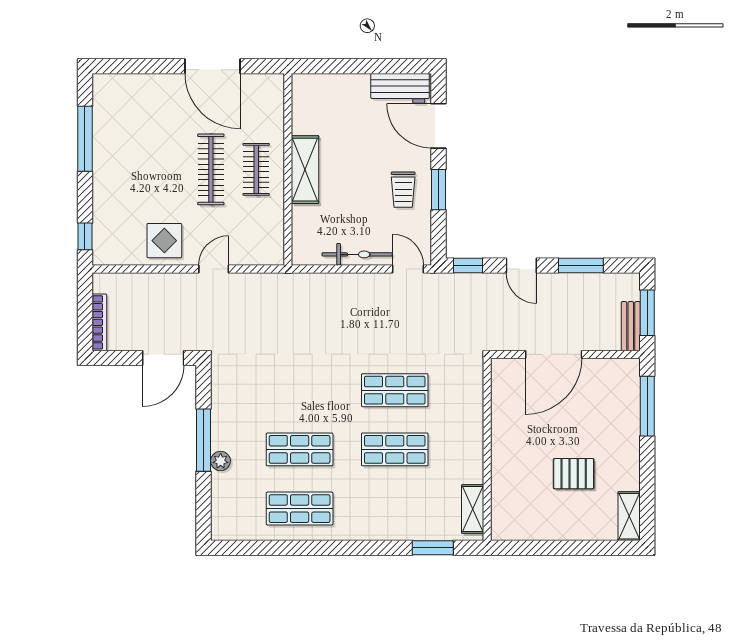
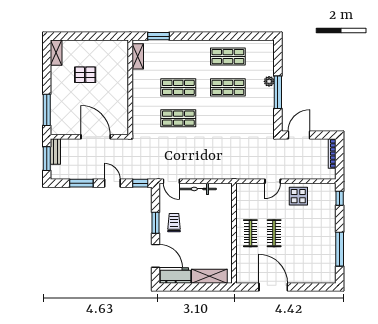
clothes rail: (211, 169) -> (274, 233), width x0.73
shelving: (305, 170) -> (209, 276), moved, turned 90
door: (554, 354) -> (96, 137), hinge flipped

